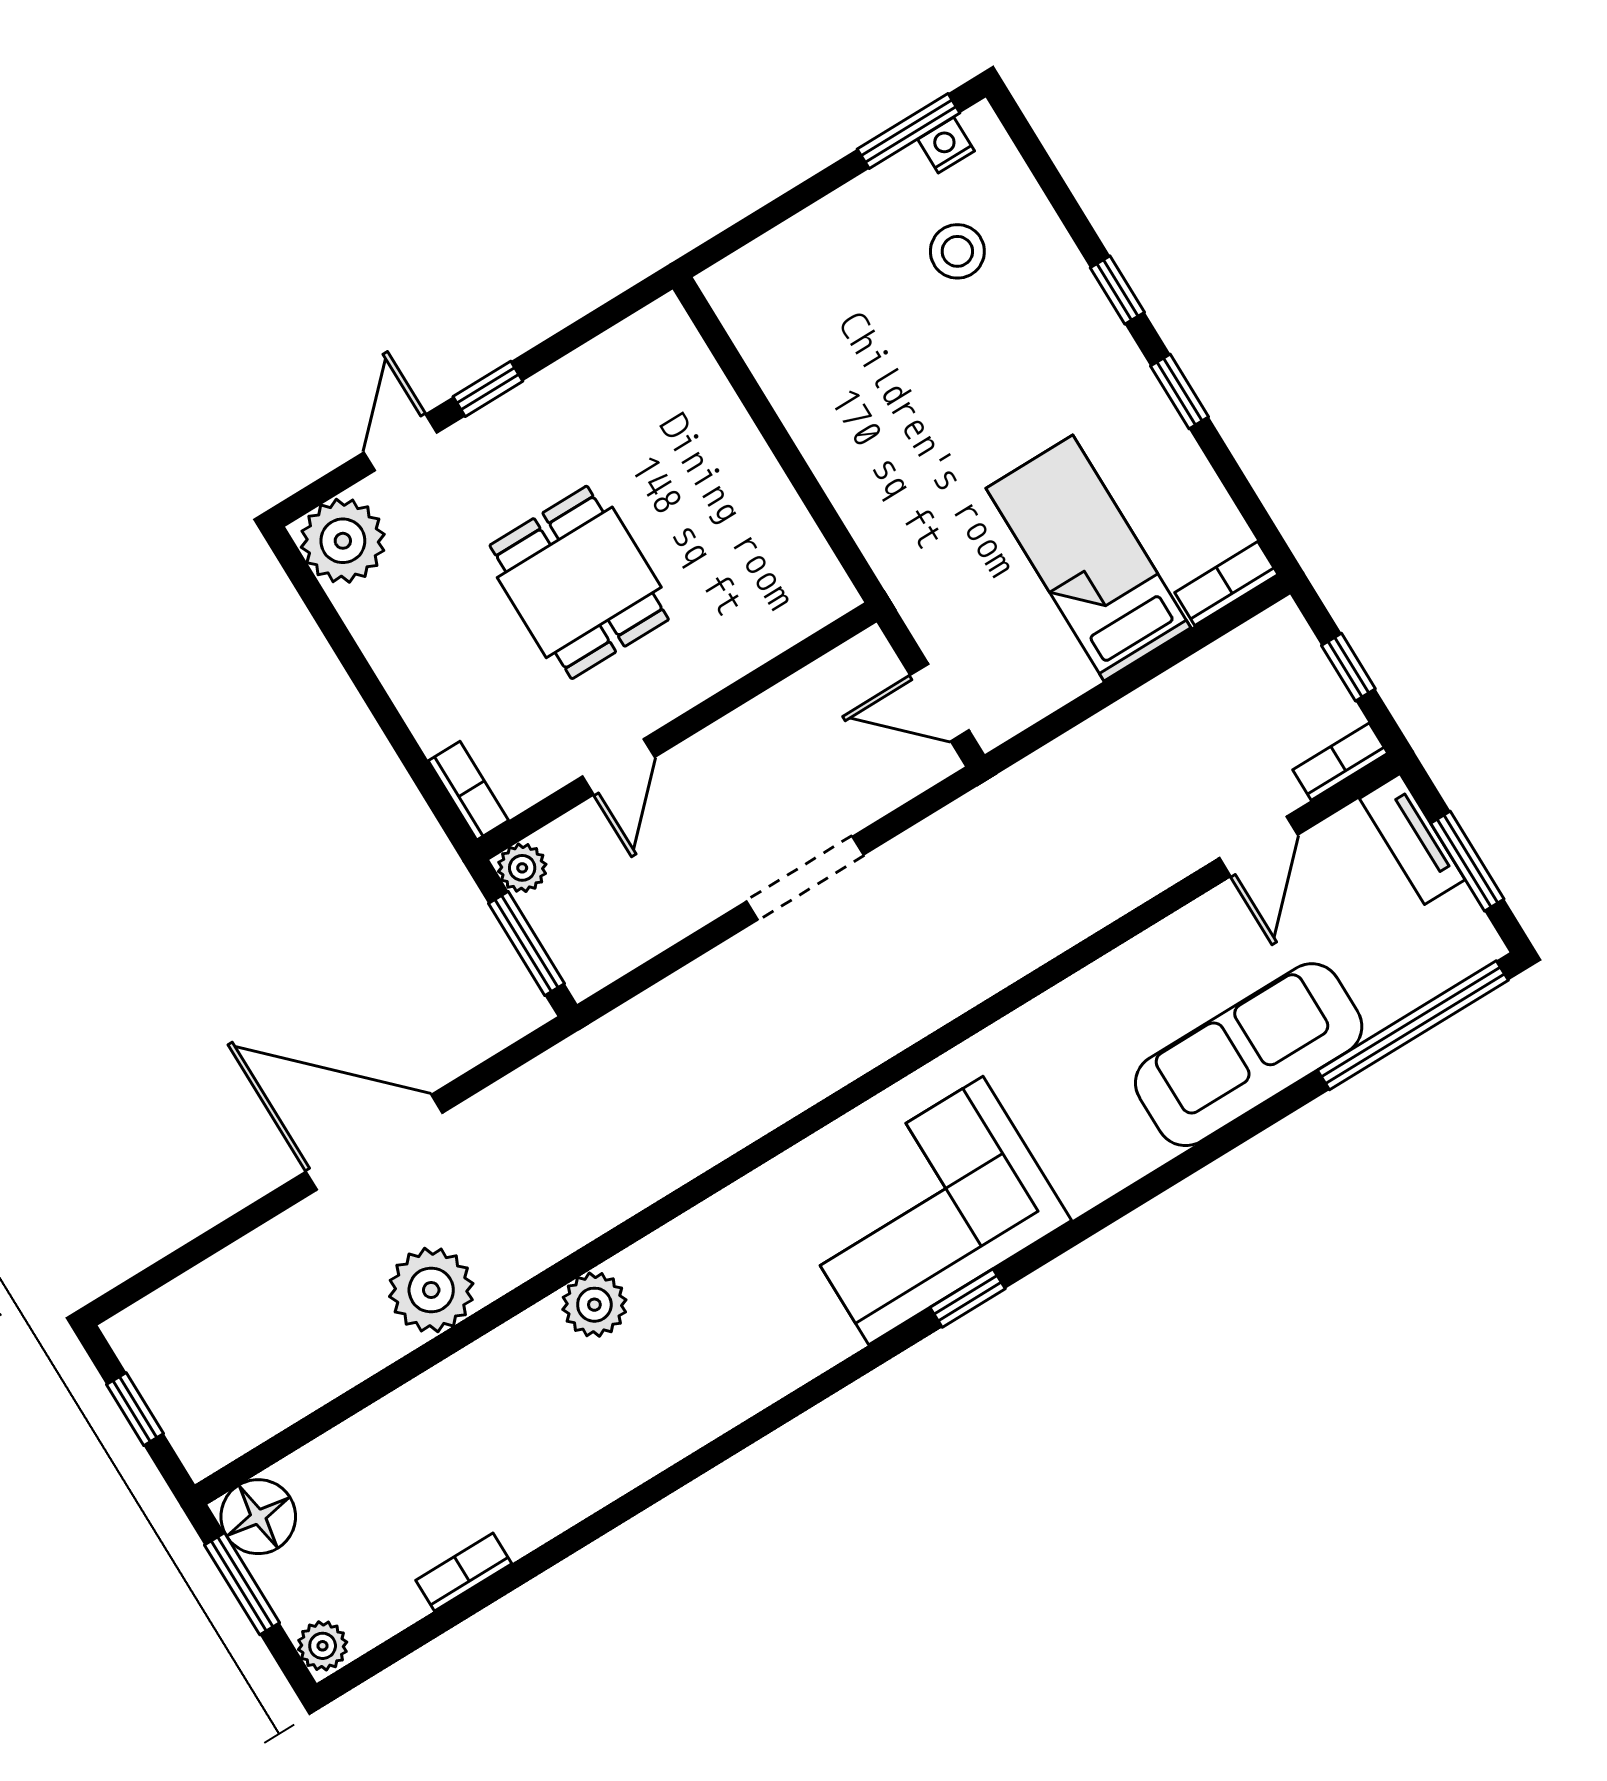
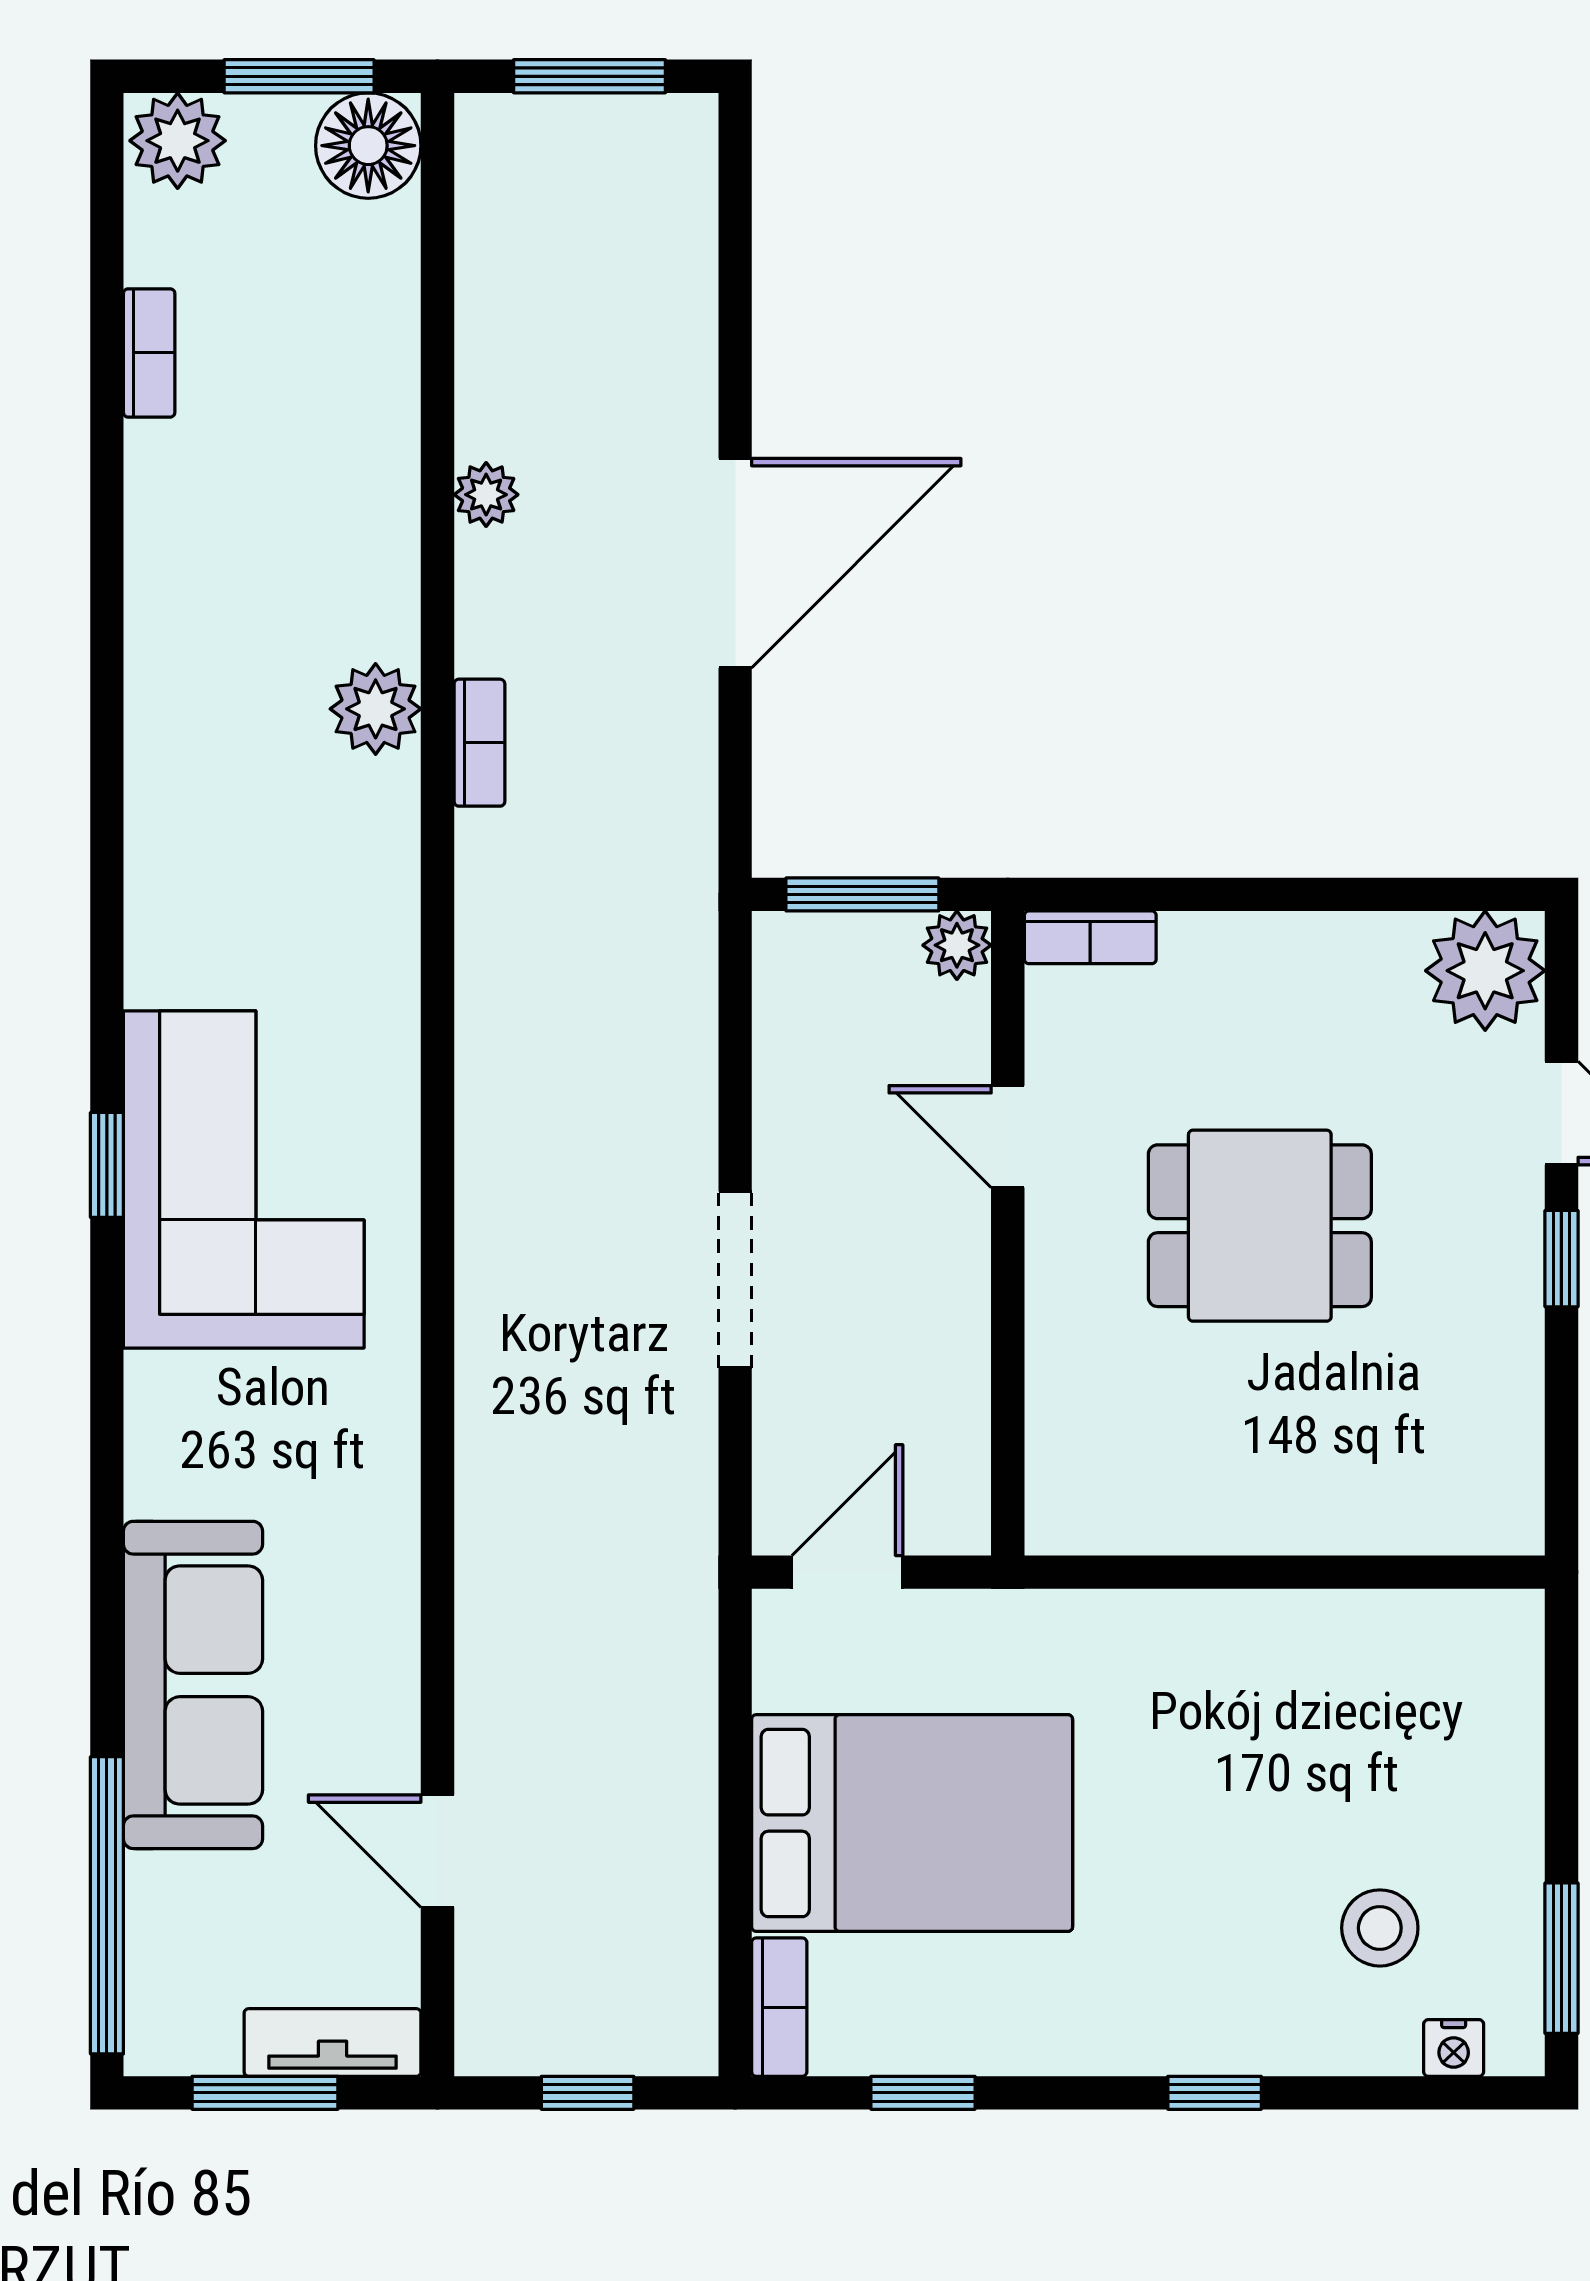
nightstand: (946, 145) -> (1454, 2048), moved, turned 90
window: (1180, 391) -> (923, 2093), moved
bed: (1088, 558) -> (912, 1823), width x1.50
bookcase: (1340, 762) -> (479, 743), moved
plant: (431, 1290) -> (486, 495), width x0.53, depth x0.53
window: (135, 1409) -> (590, 76), width x1.50
plant: (323, 1646) -> (178, 141), width x1.38, depth x1.38

